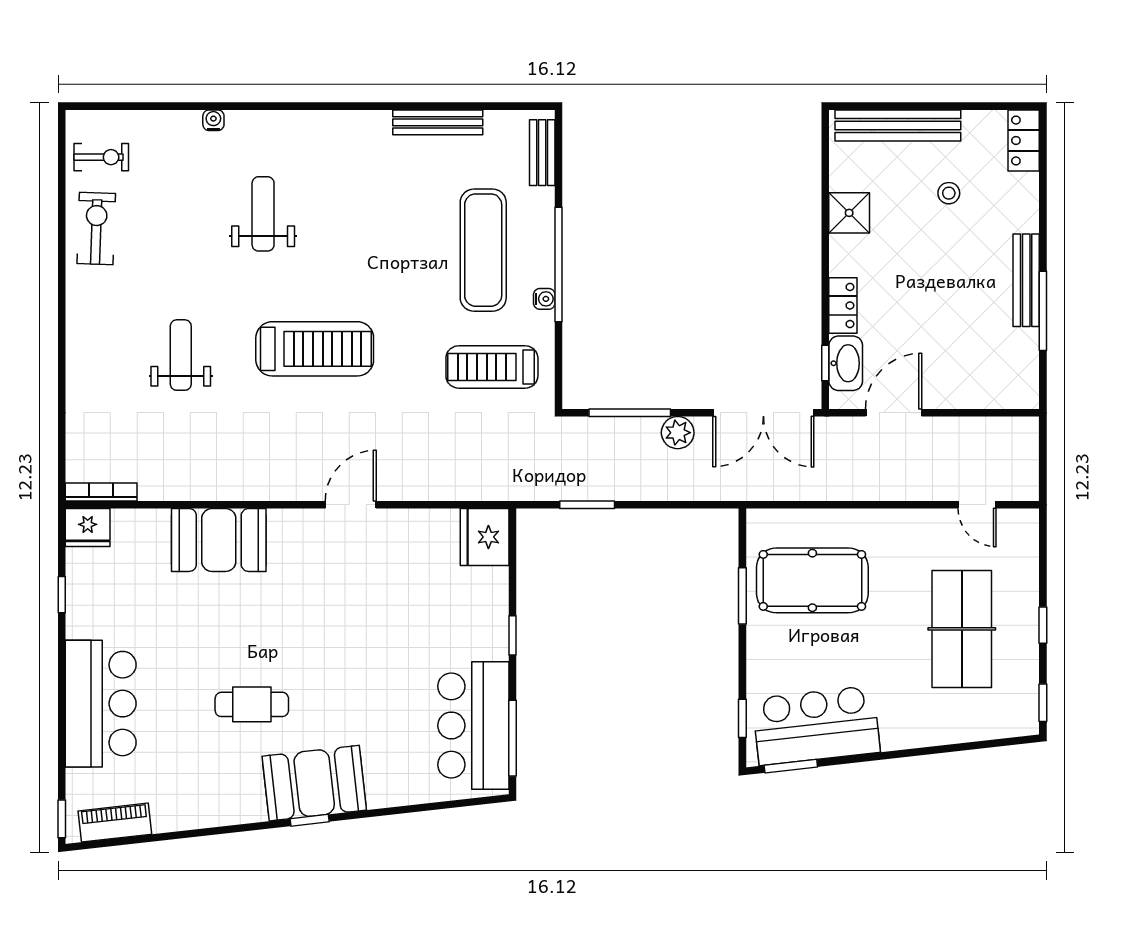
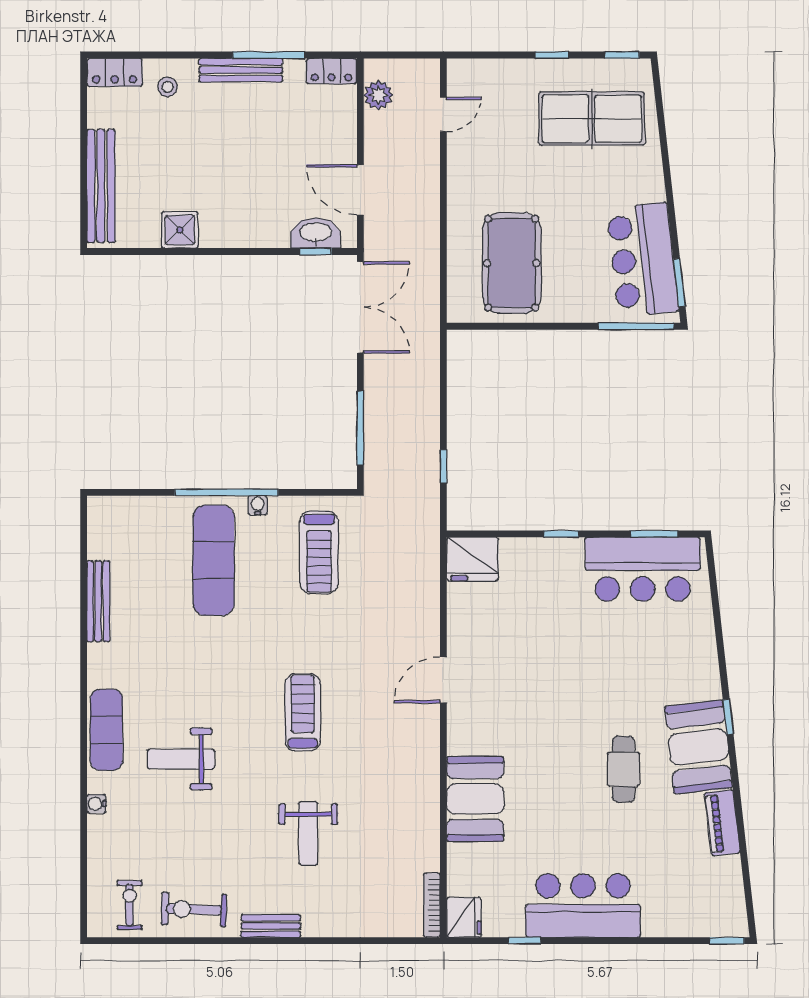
exercise mat: (295, 131) -> (106, 730), added
bench: (542, 153) -> (271, 926), moved
stool: (949, 193) -> (168, 87), moved
exercise mat: (483, 250) -> (214, 560), turned 90
locker: (843, 305) -> (332, 71), moved, turned 180
treadmill: (315, 349) -> (303, 712), width x0.73, depth x0.73
weight bench: (181, 355) -> (308, 833), turned -90
plant: (678, 433) -> (378, 95), moved
door: (351, 505) -> (443, 680), hinge flipped
window: (587, 505) -> (443, 466), width x0.67
window: (742, 596) -> (526, 326), removed
table tennis table: (962, 629) -> (592, 119), moved
bar counter: (101, 704) -> (583, 906), moved
window: (742, 718) -> (636, 326), width x2.17
window: (512, 738) -> (654, 534), width x0.69
booth: (314, 783) -> (699, 747), moved
piano: (115, 823) -> (722, 823), moved

